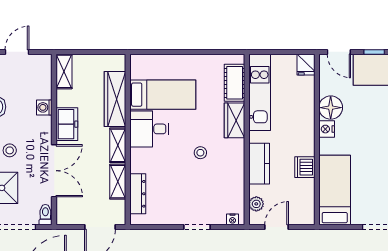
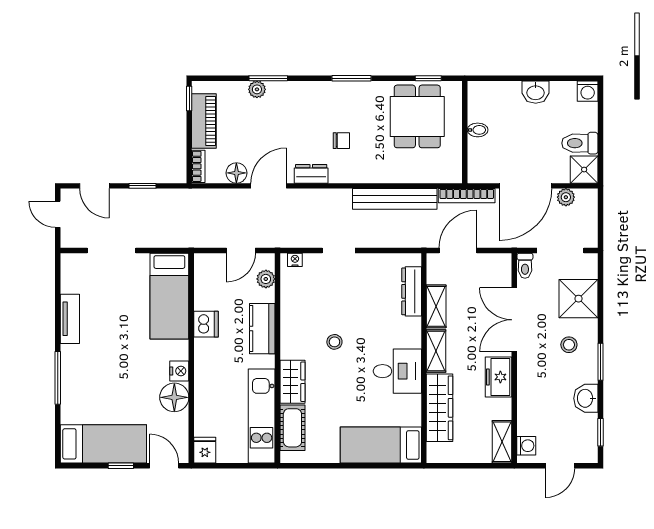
bed: (163, 95) -> (381, 445), moved
washing machine: (44, 107) -> (526, 446), moved

